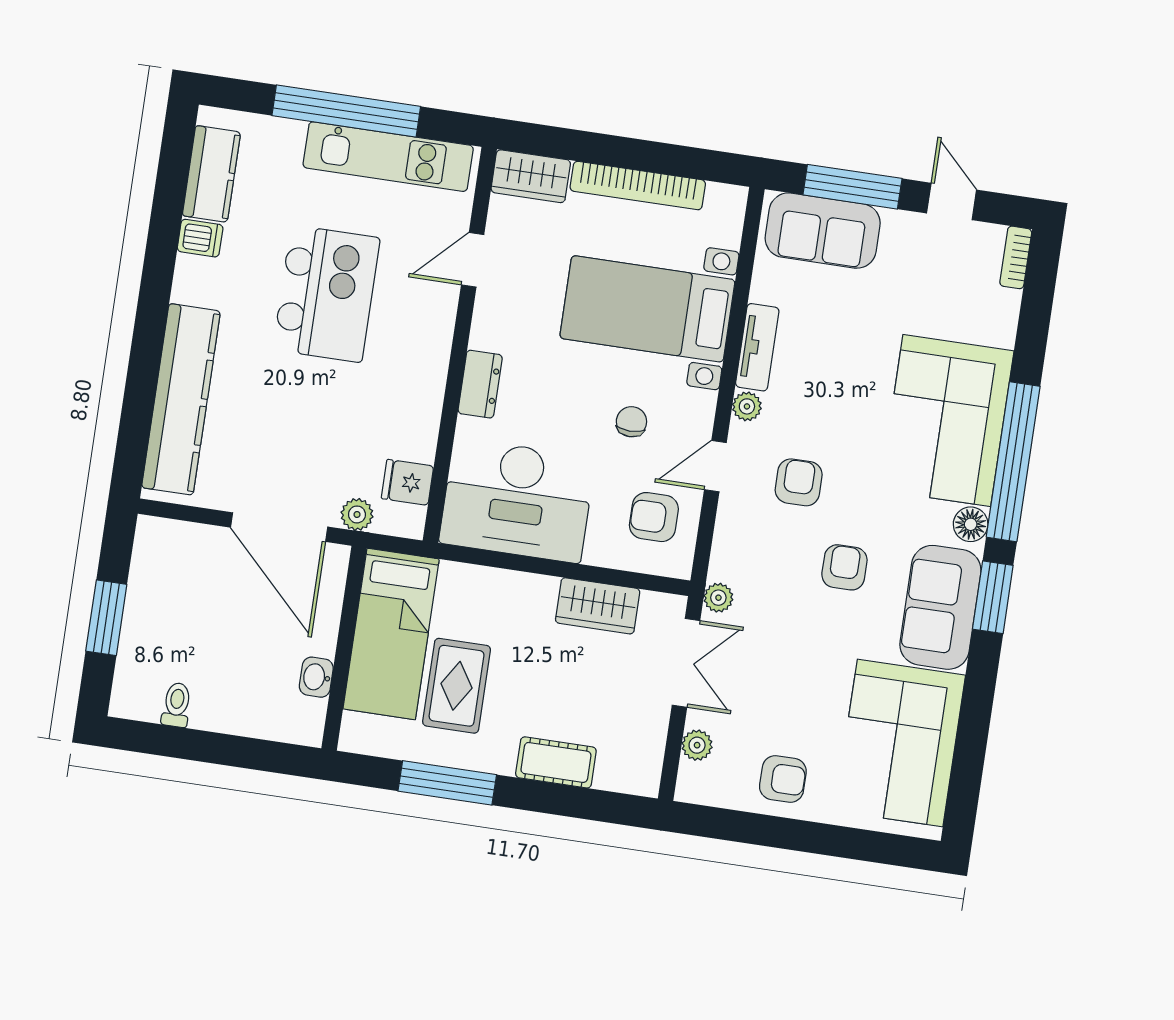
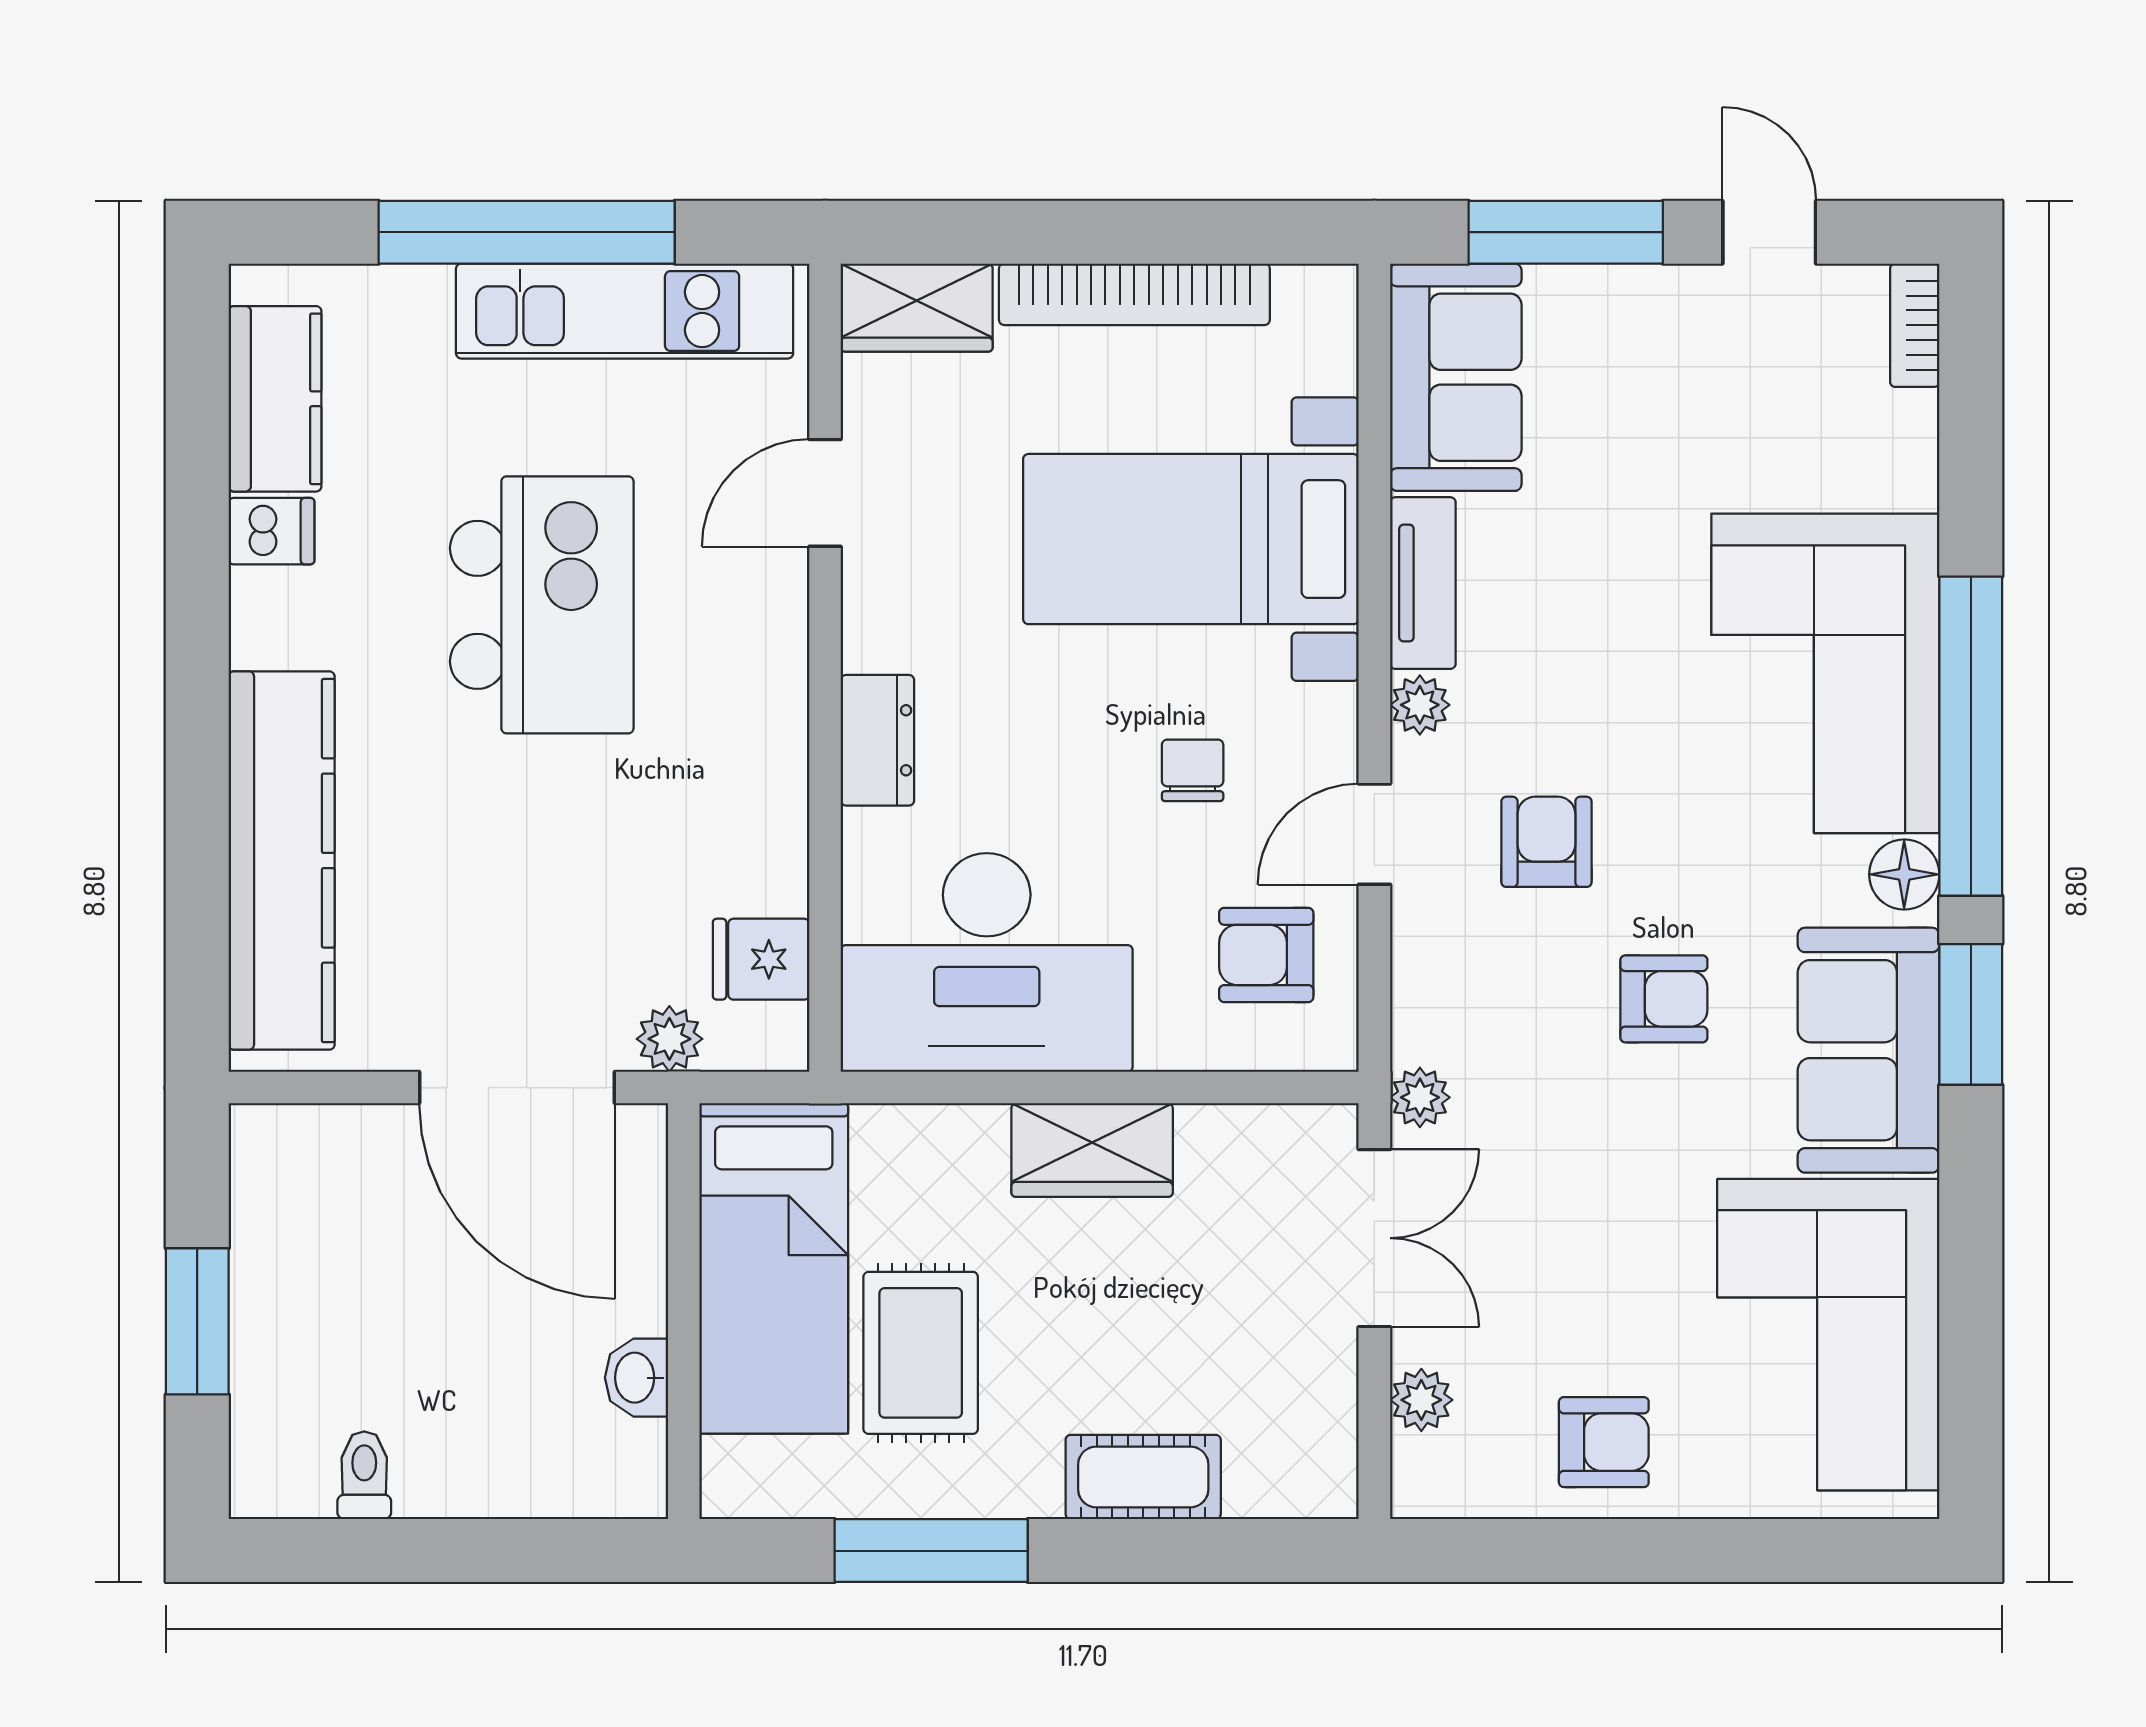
sofa: (823, 231) -> (1456, 377), moved, turned -90
armchair: (844, 567) -> (1664, 999), turned 90
wardrobe: (598, 606) -> (1092, 1150), moved

